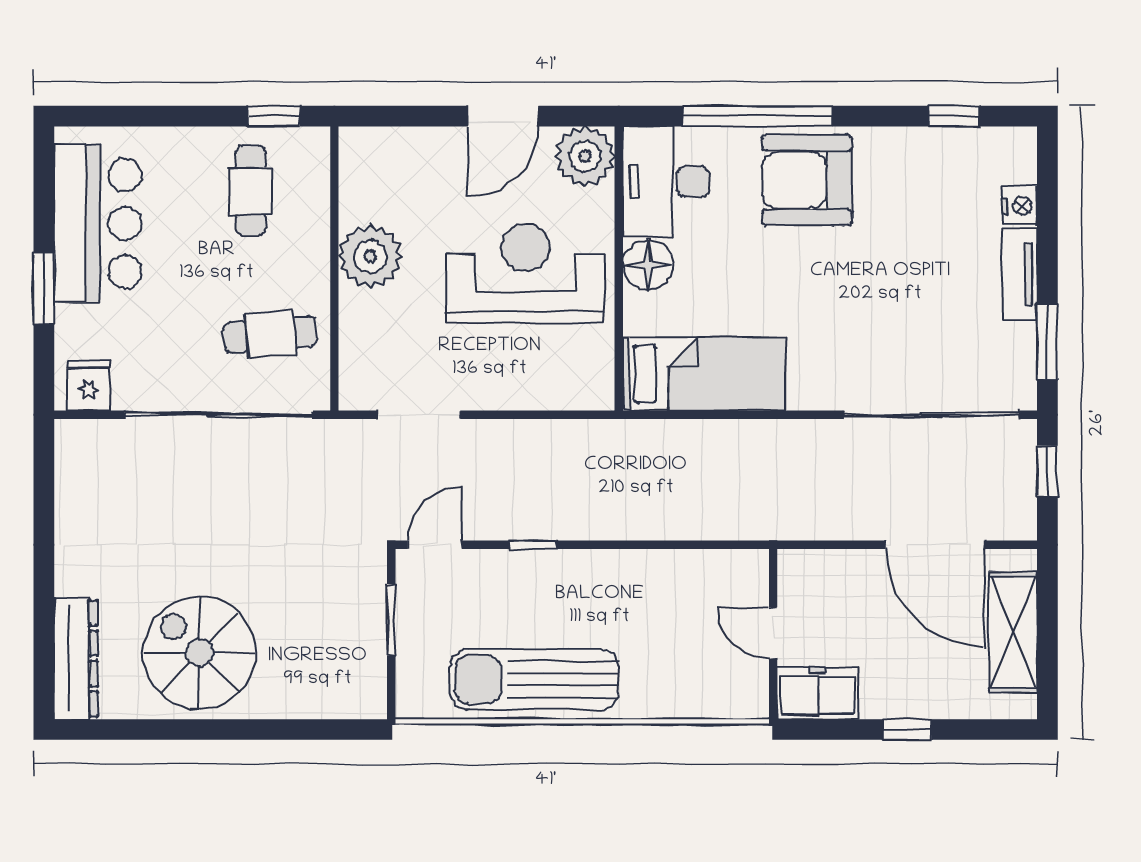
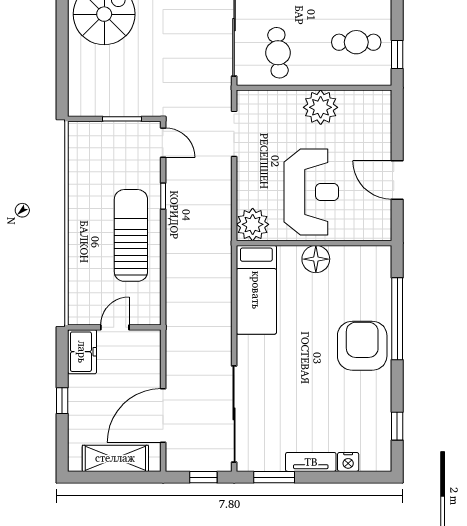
plant: (585, 156) -> (253, 224), moved
desk: (666, 181) -> (361, 269), removed
sun lounger: (534, 679) -> (131, 235), moved

